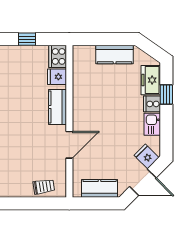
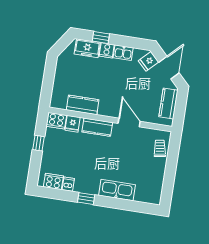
kitchen counter: (115, 54) -> (83, 105), moved, turned -90

